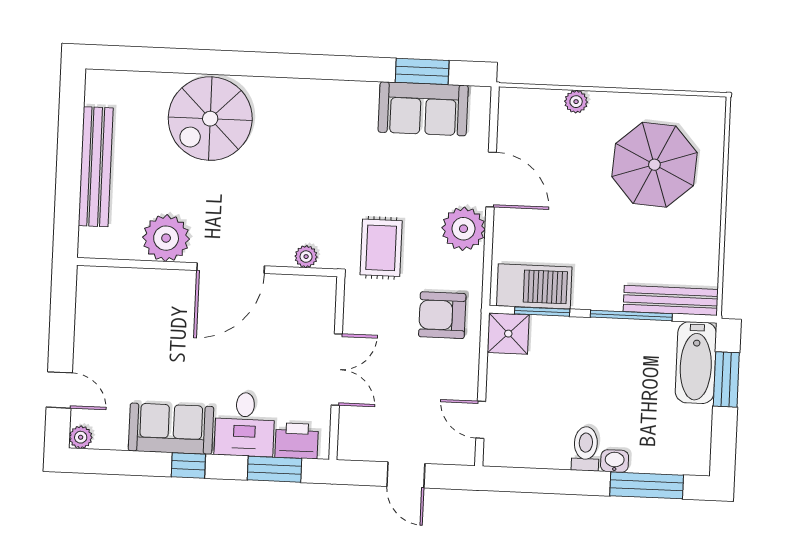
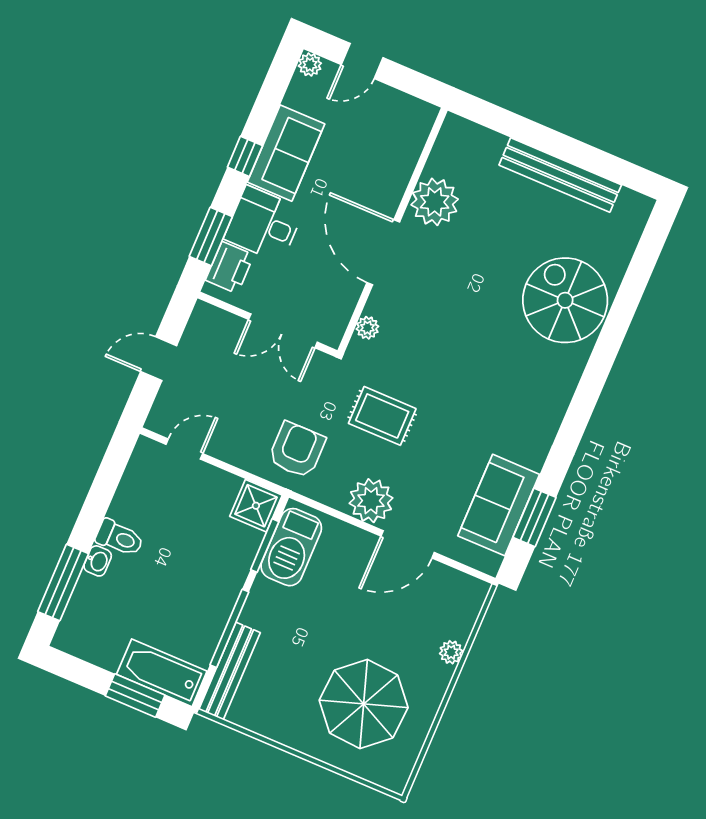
plant: (166, 238) -> (435, 202), moved
plant: (306, 257) -> (367, 328), moved
wall: (207, 267) -> (393, 230), moved
door: (231, 268) -> (383, 252), moved

